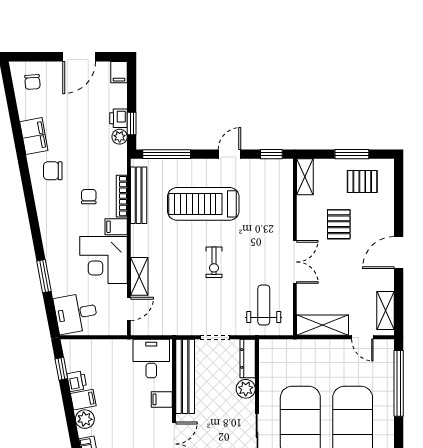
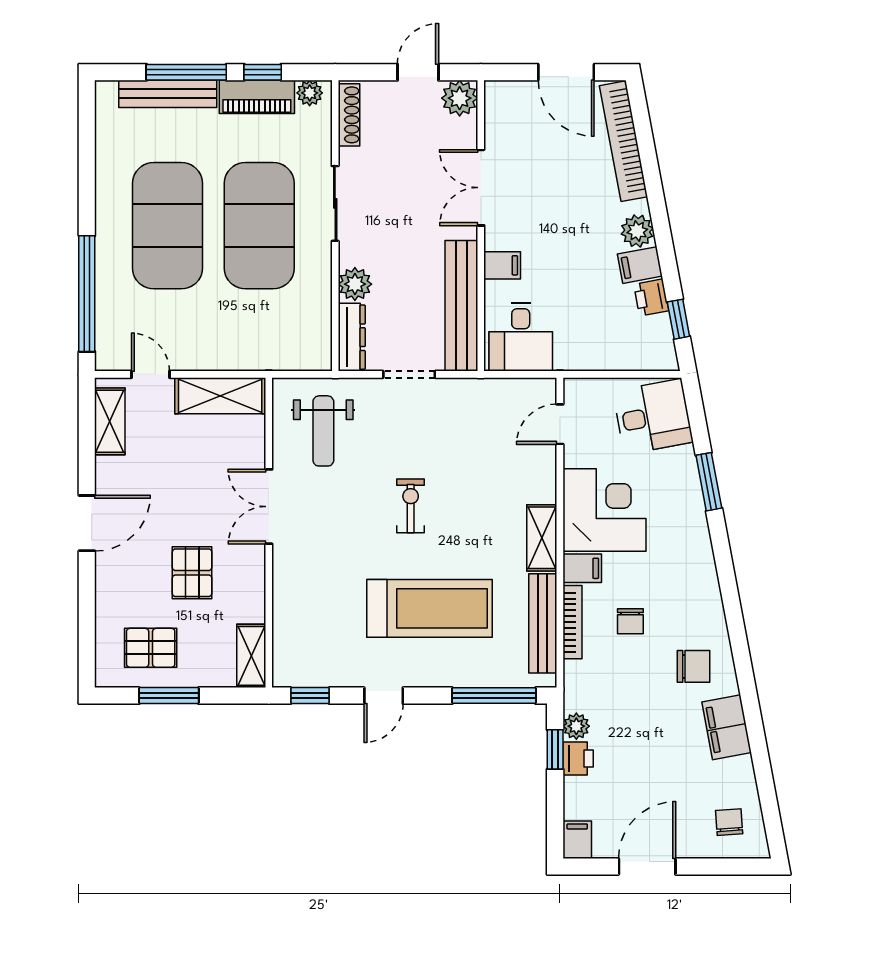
shelving: (139, 276) -> (542, 538), moved

